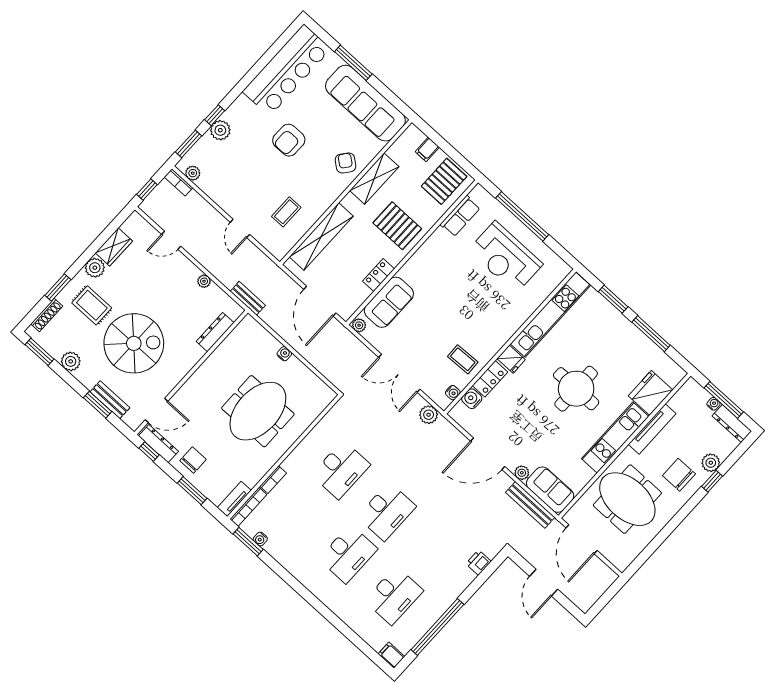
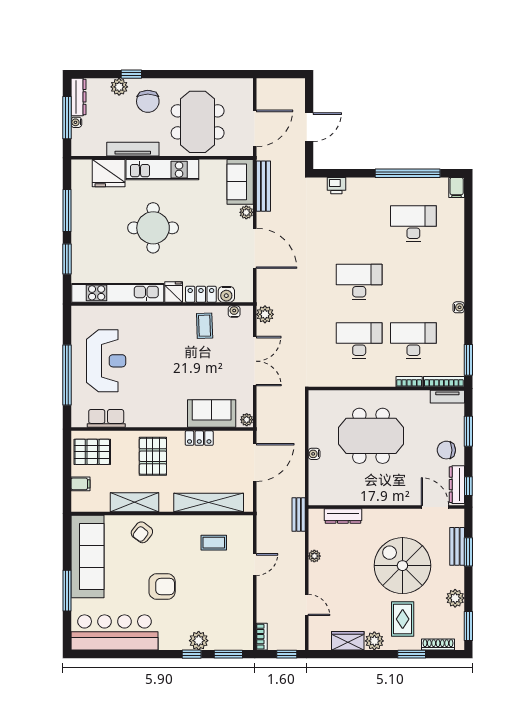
plant: (193, 173) -> (246, 633), removed
water cooler: (260, 539) -> (459, 307), moved
desk: (348, 554) -> (413, 341), moved

